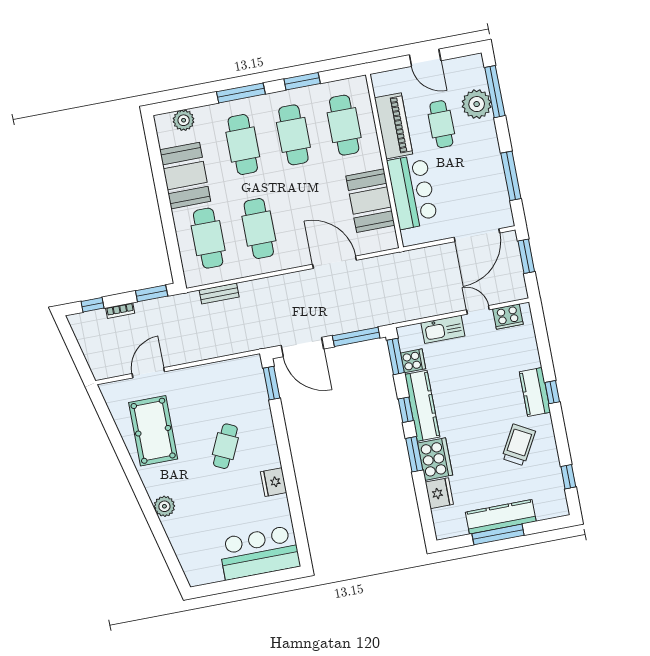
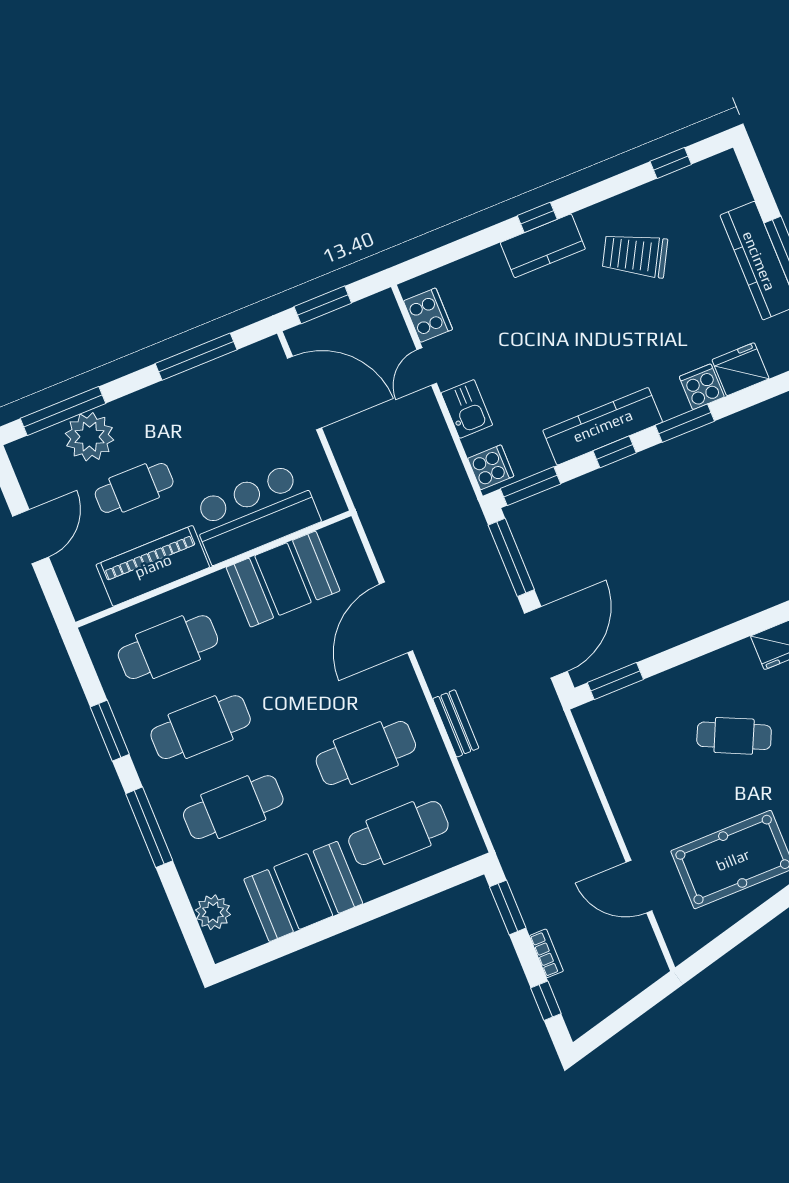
bench: (219, 294) -> (456, 723), moved
kitchen sink: (443, 329) -> (467, 409), width x0.73
cooker: (413, 361) -> (491, 467), moved, turned 90
cooker: (435, 459) -> (702, 387), width x0.53, depth x0.76

